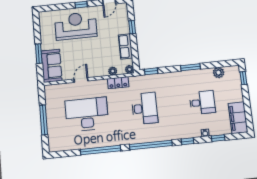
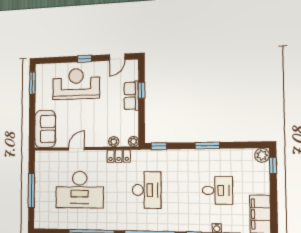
row of seats: (125, 46) -> (131, 96), moved
window: (39, 54) -> (32, 83), moved
plant: (219, 73) -> (262, 155), moved
desk: (87, 114) -> (80, 190), turned 180

